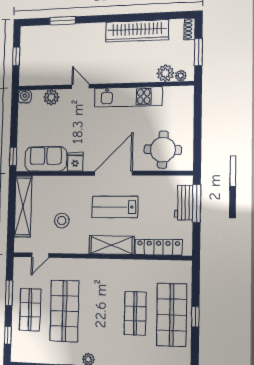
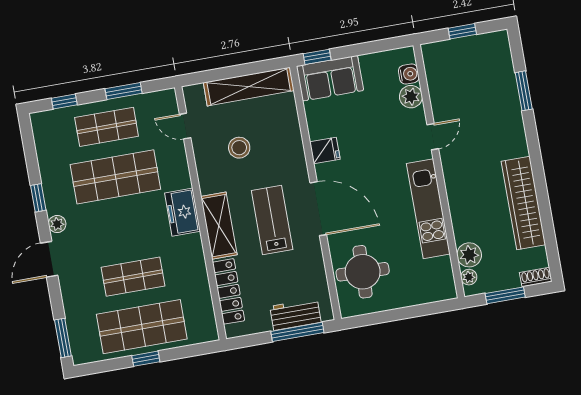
water cooler: (25, 97) -> (409, 74), moved
sofa: (46, 159) -> (330, 78), moved, turned 90
freezer: (97, 269) -> (182, 212), added

